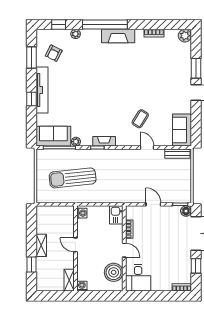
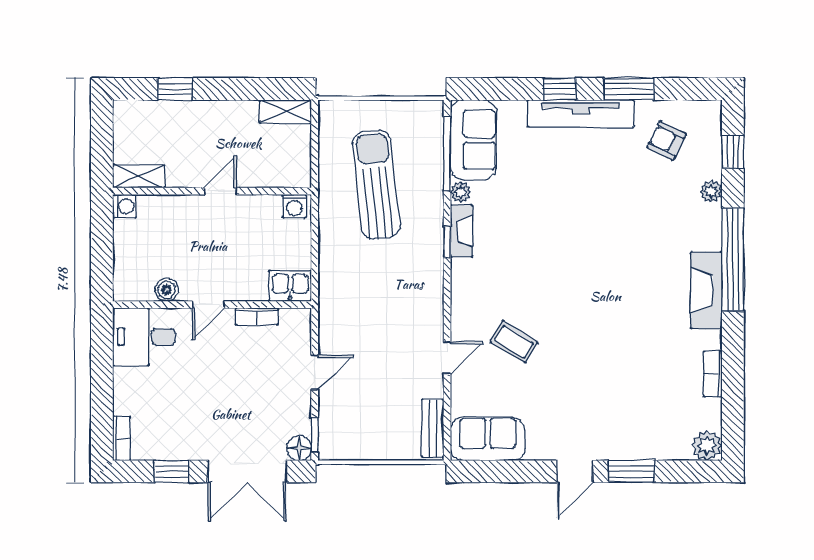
window: (32, 58) -> (629, 89), moved
fireplace: (104, 141) -> (461, 231), moved
shelving: (41, 245) -> (285, 112), moved
boiler: (114, 272) -> (167, 290), width x0.54, depth x0.54

